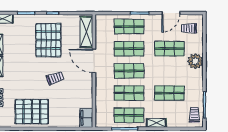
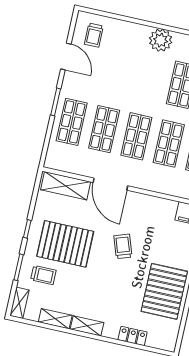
trolley: (25, 30) -> (43, 275), added
shop shelf: (169, 49) -> (117, 70), removed
door: (94, 61) -> (110, 184), hinge flipped
plant: (195, 61) -> (161, 40), moved

